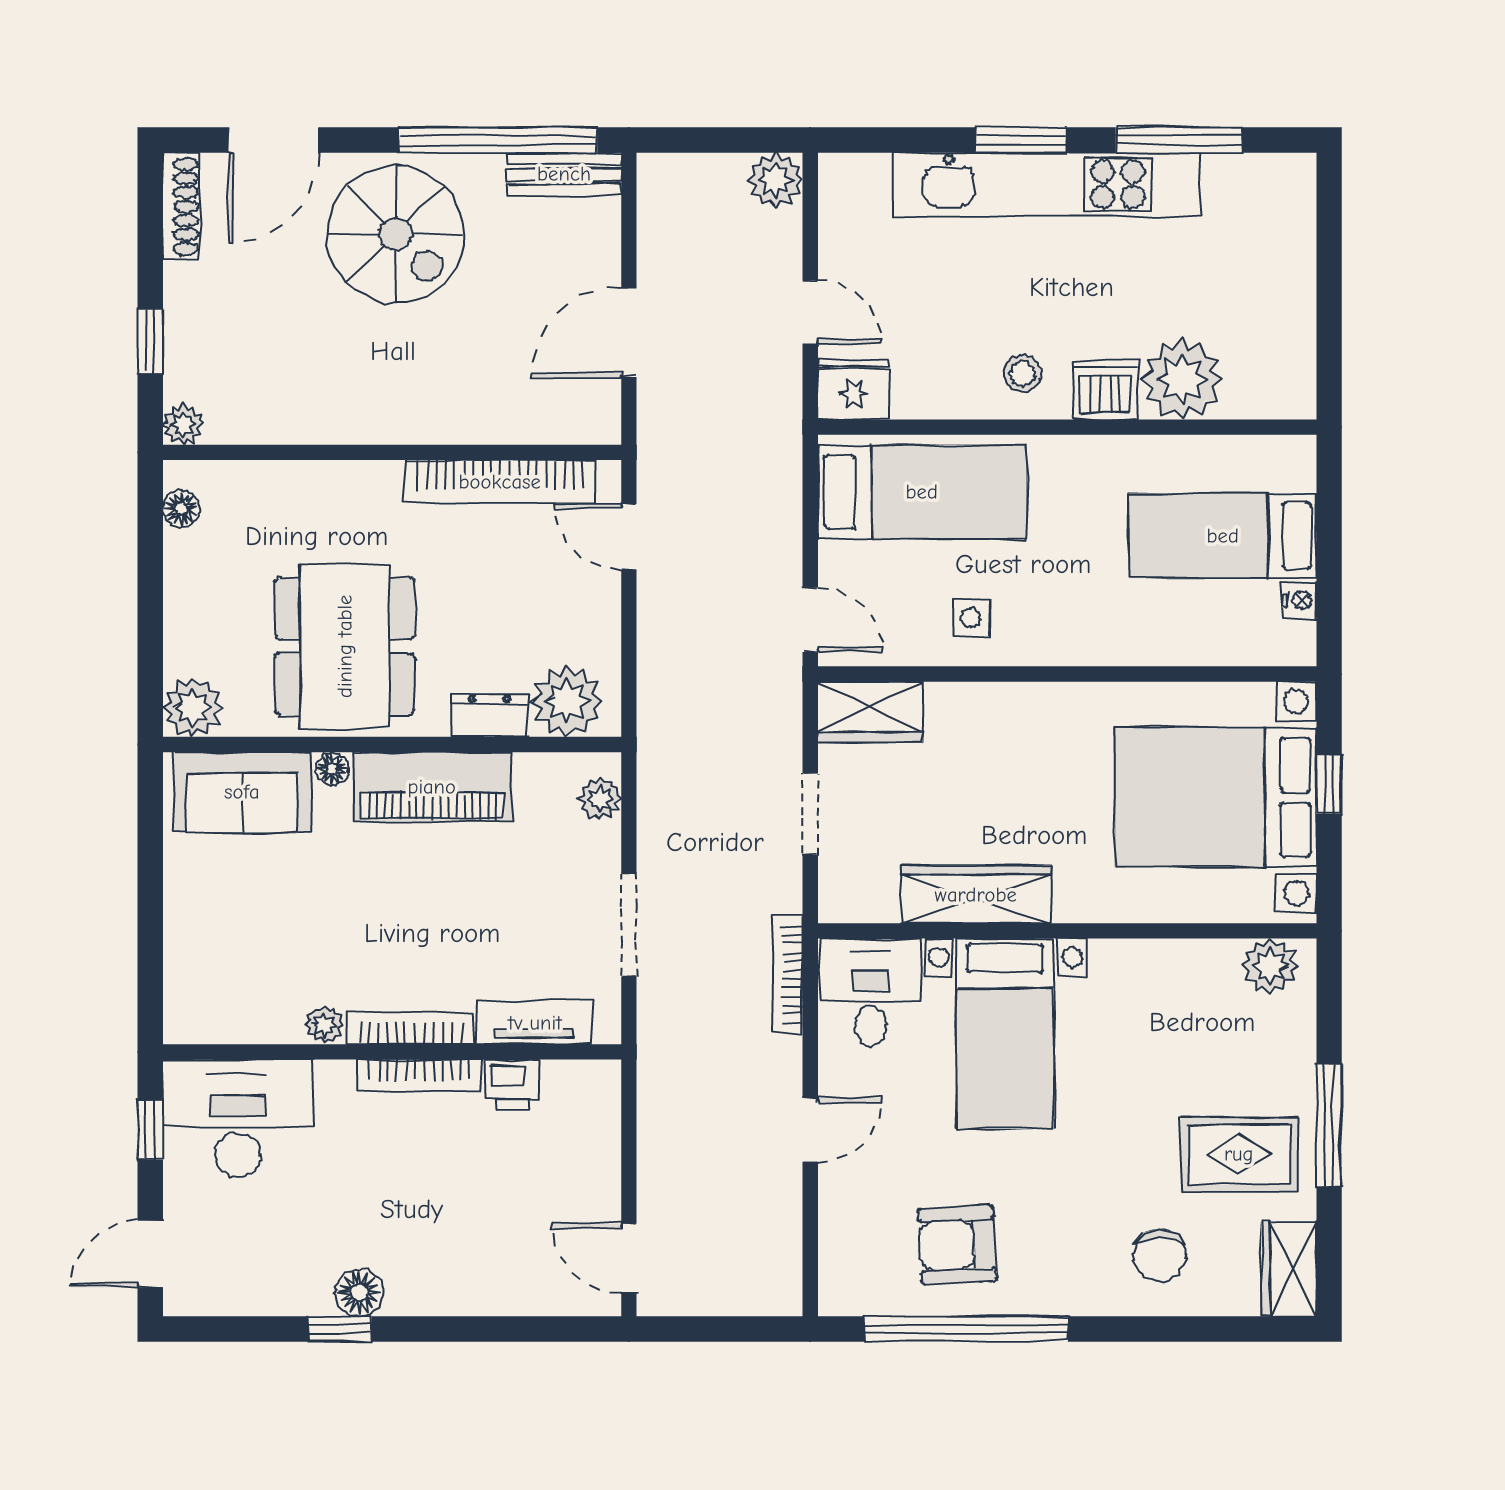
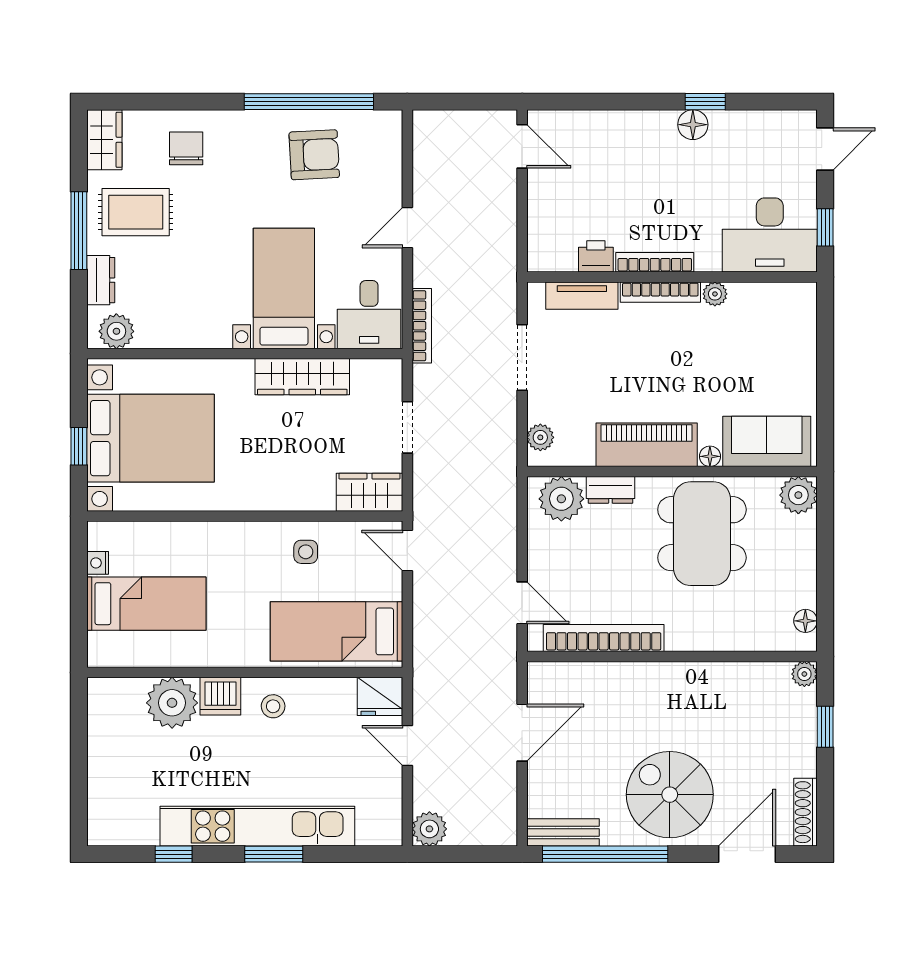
window: (1179, 140) -> (174, 854), width x0.46
dresser: (1295, 1047) -> (101, 280), added

